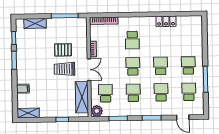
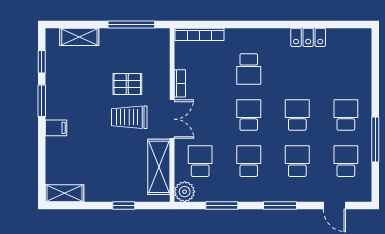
filing cabinet: (23, 89) -> (56, 128), moved

